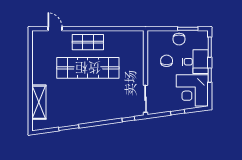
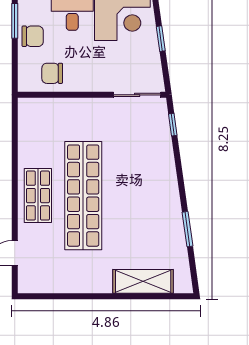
chair: (167, 61) -> (52, 73), moved

